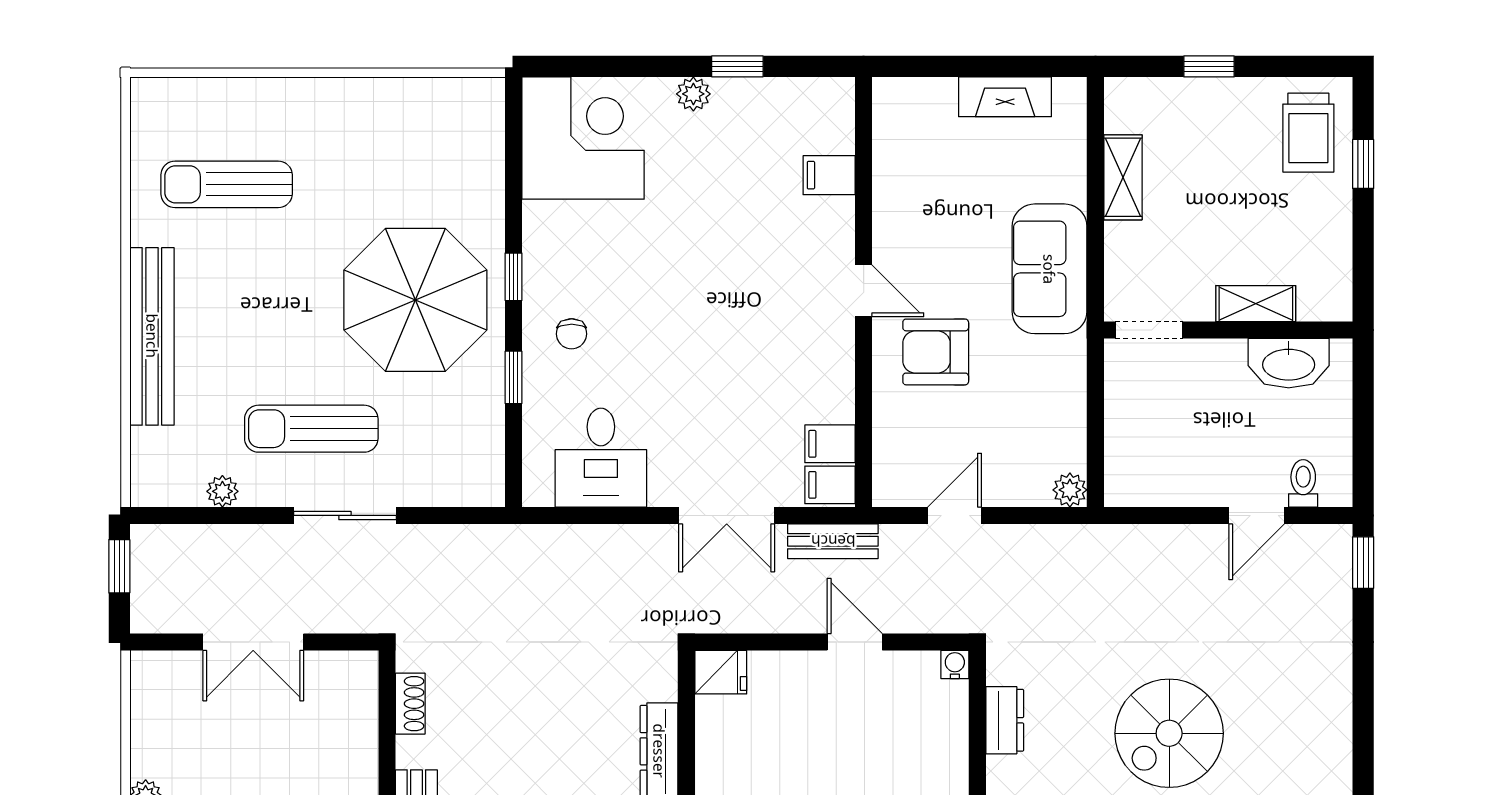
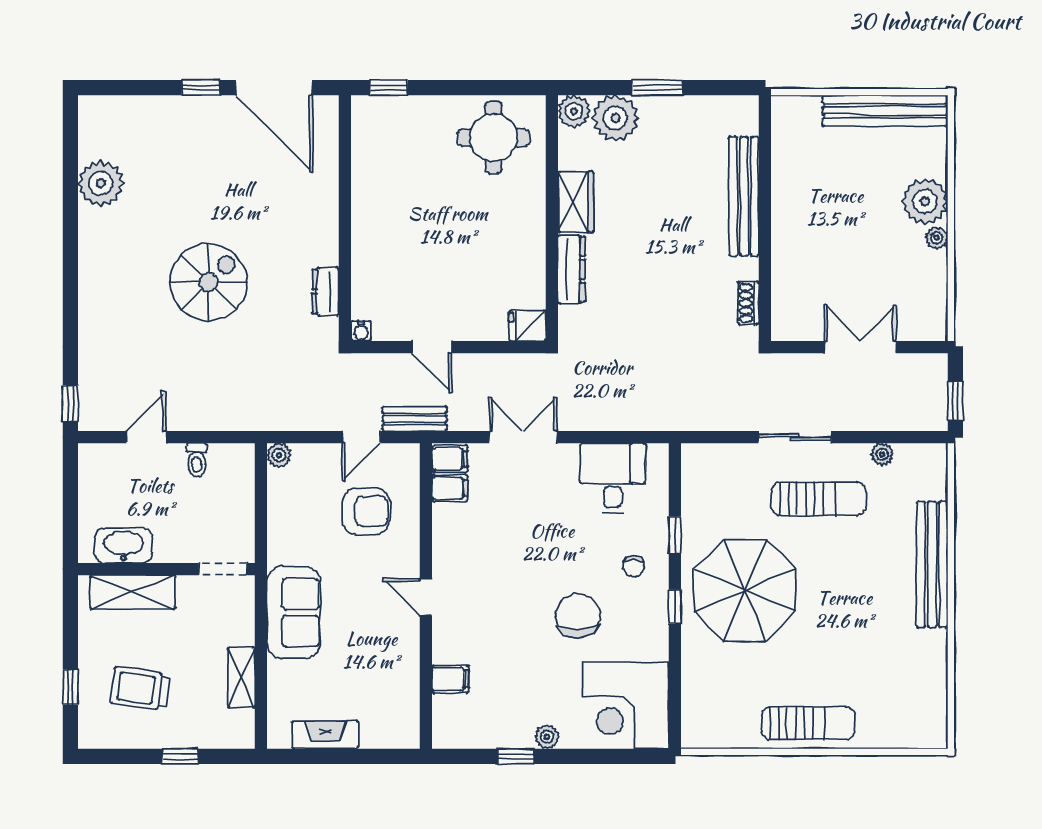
trolley: (1308, 133) -> (140, 689), moved, turned -82
sun lounger: (227, 184) -> (808, 723), moved
chair: (650, 264) -> (578, 616), added
shelving: (1256, 304) -> (133, 592), width x1.50, depth x1.33
chair: (572, 334) -> (634, 566), turned 180
armchair: (936, 352) -> (366, 511), moved
toilet: (1303, 483) -> (197, 460), moved
bench: (833, 541) -> (415, 419), moved

